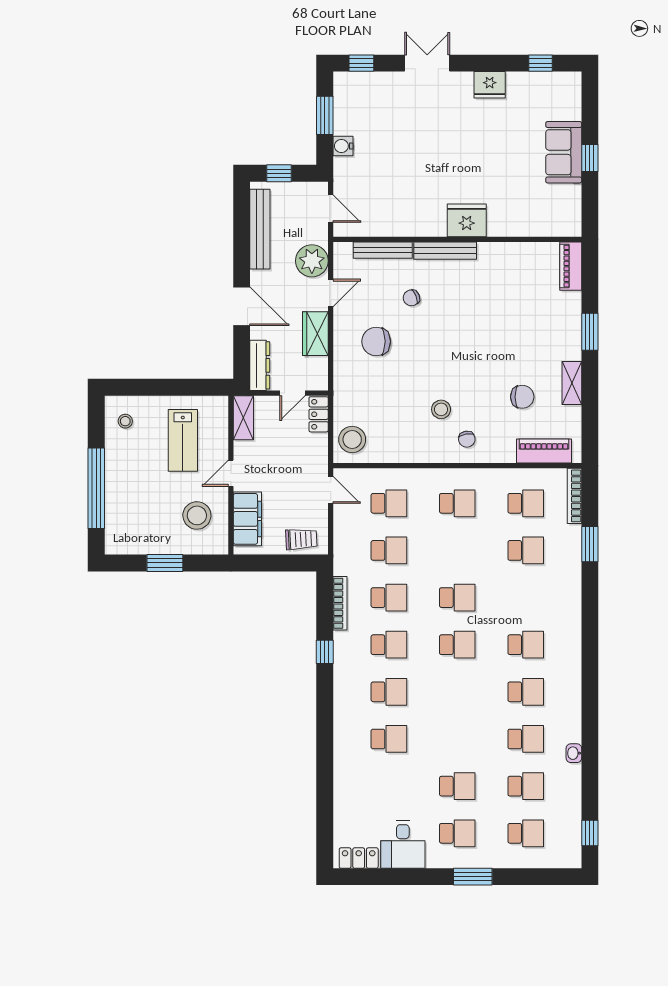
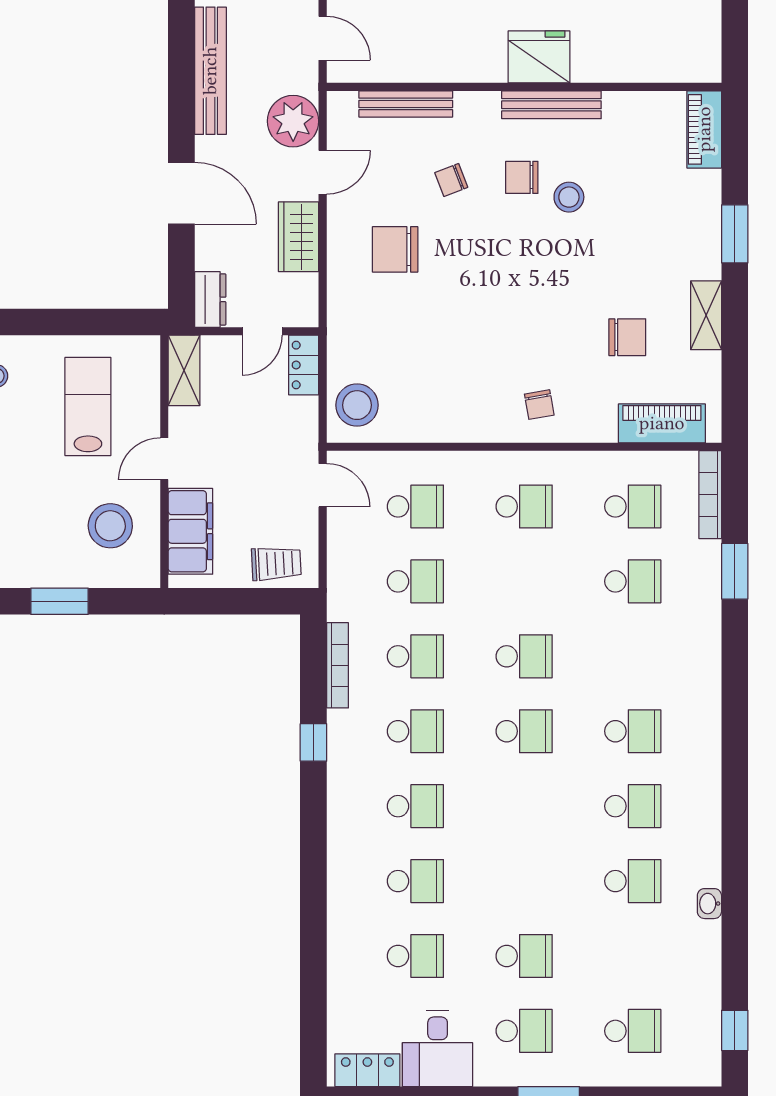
bench: (445, 251) -> (551, 105), moved
chair: (456, 296) -> (522, 177), added
dresser: (260, 365) -> (210, 299), width x0.70
stool: (441, 409) -> (569, 197), moved
lab bench: (183, 440) -> (88, 406), turned 180
school desk: (526, 786) -> (415, 956), moved

